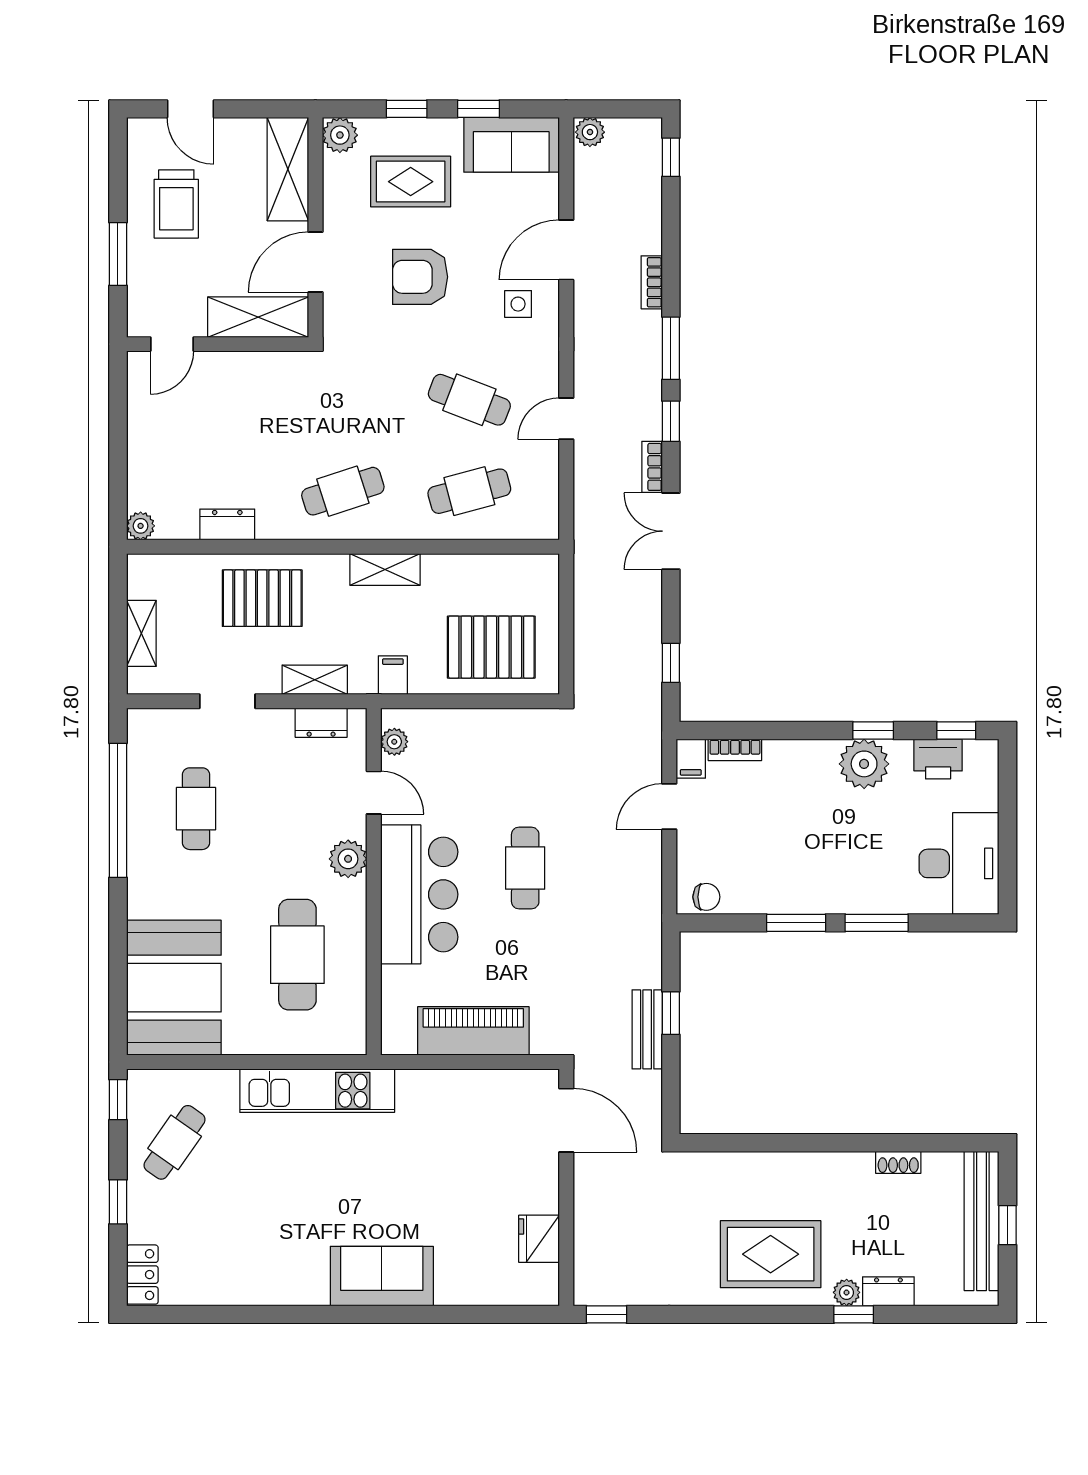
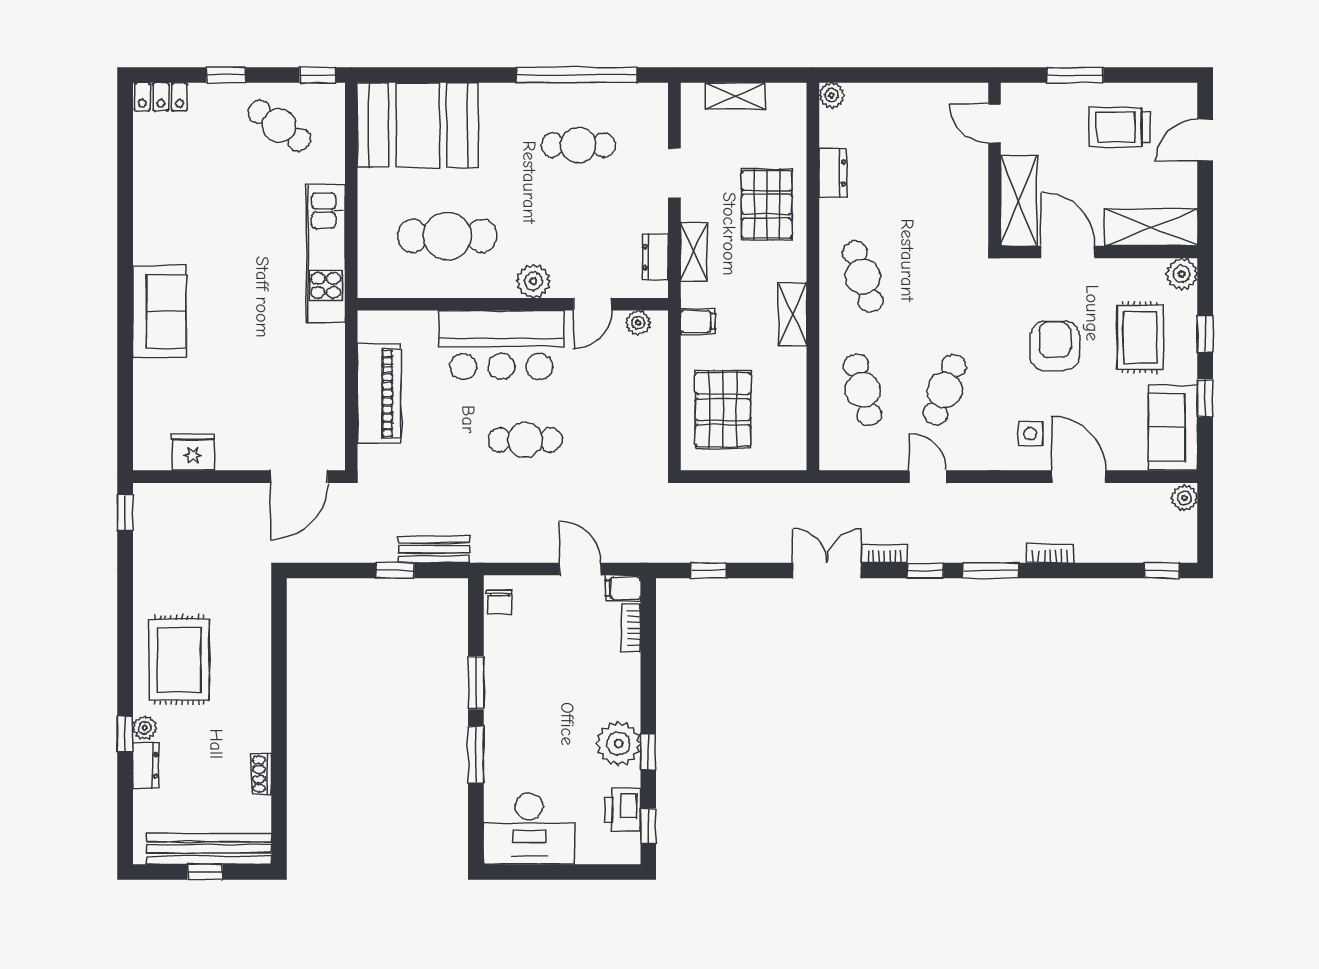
bench: (647, 1029) -> (434, 549), moved

